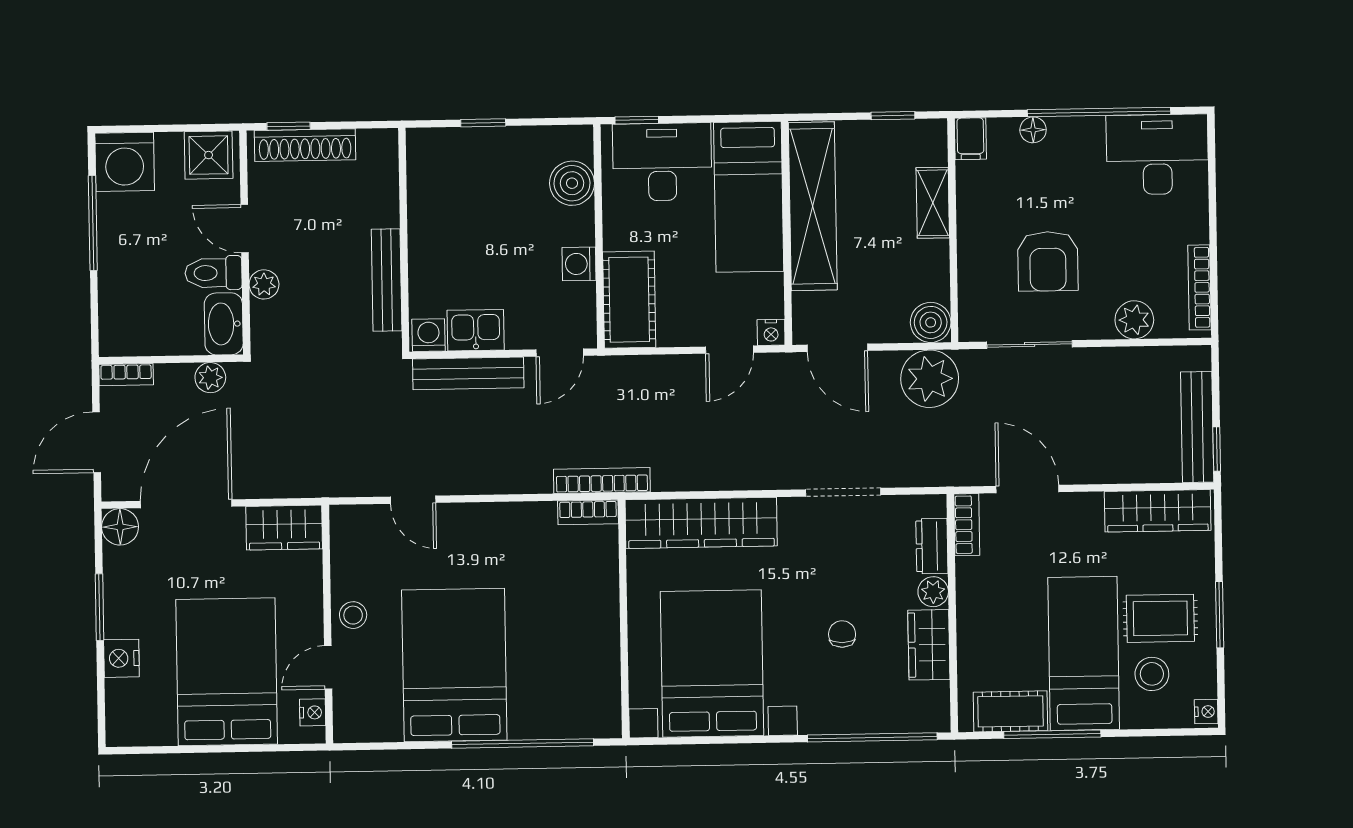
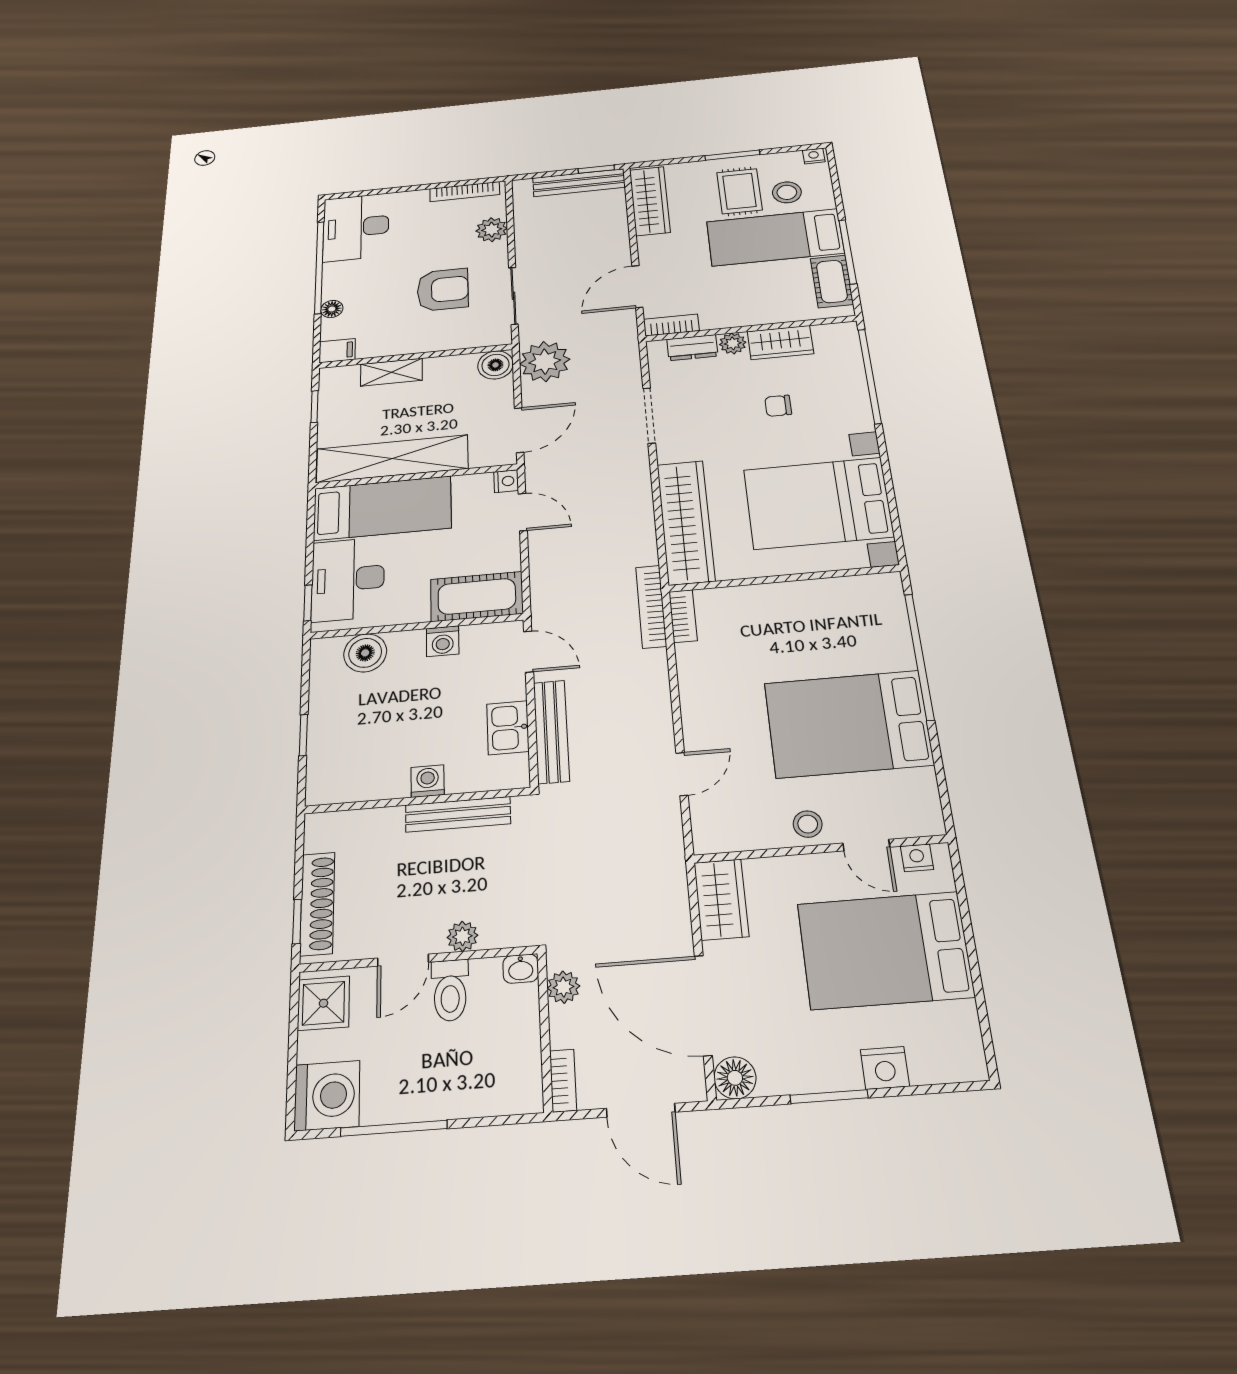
washbasin: (224, 324) -> (521, 969), width x0.52, depth x0.69
washing machine: (429, 335) -> (428, 781), moved, turned 90

